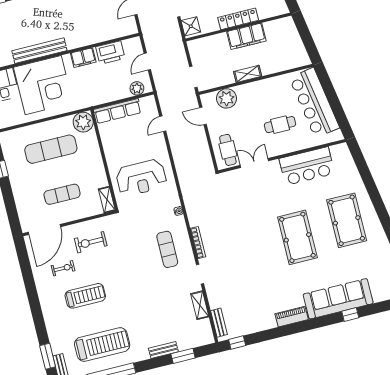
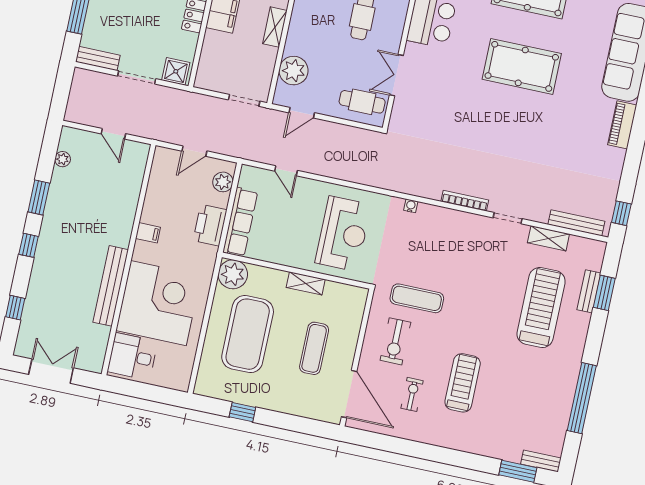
printer: (110, 53) -> (210, 225), moved, turned 180
filing cabinet: (83, 58) -> (148, 233), width x0.50
door: (147, 62) -> (194, 151), hinge flipped
exercise mat: (51, 149) -> (248, 334), width x1.47
shelving: (107, 200) -> (306, 283), moved
exercise mat: (167, 249) -> (417, 298), moved
bench: (219, 323) -> (576, 223), width x1.36
treadmill: (102, 344) -> (541, 308), moved
bench: (163, 350) -> (589, 291), moved

